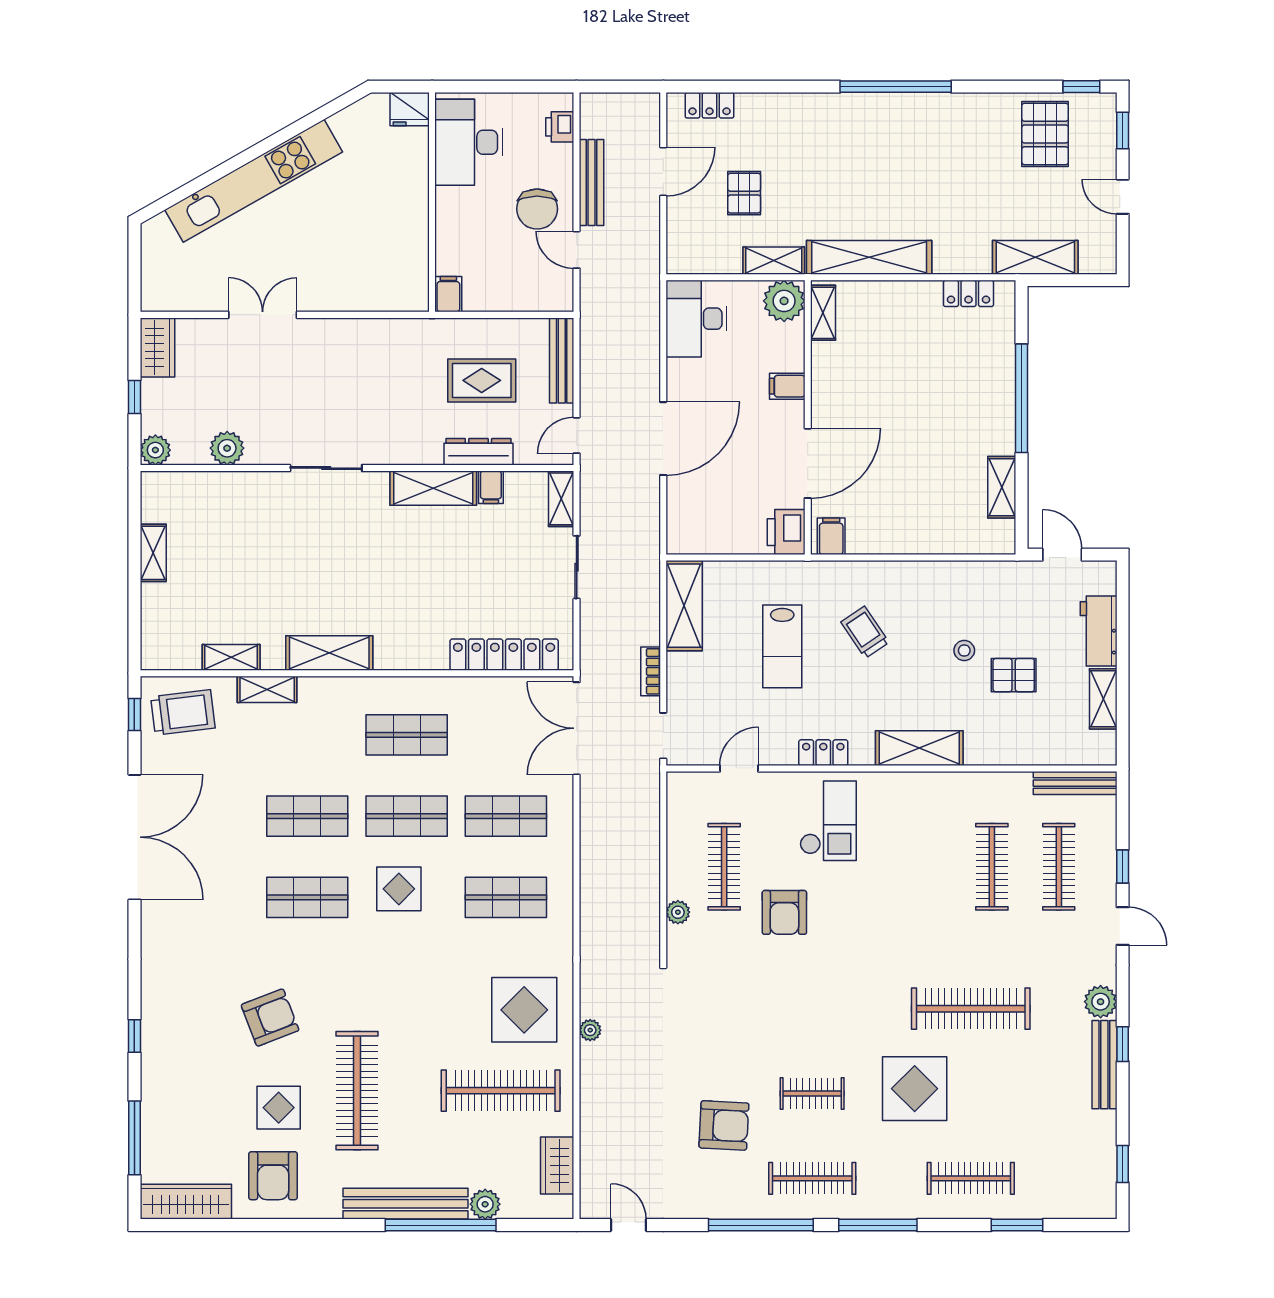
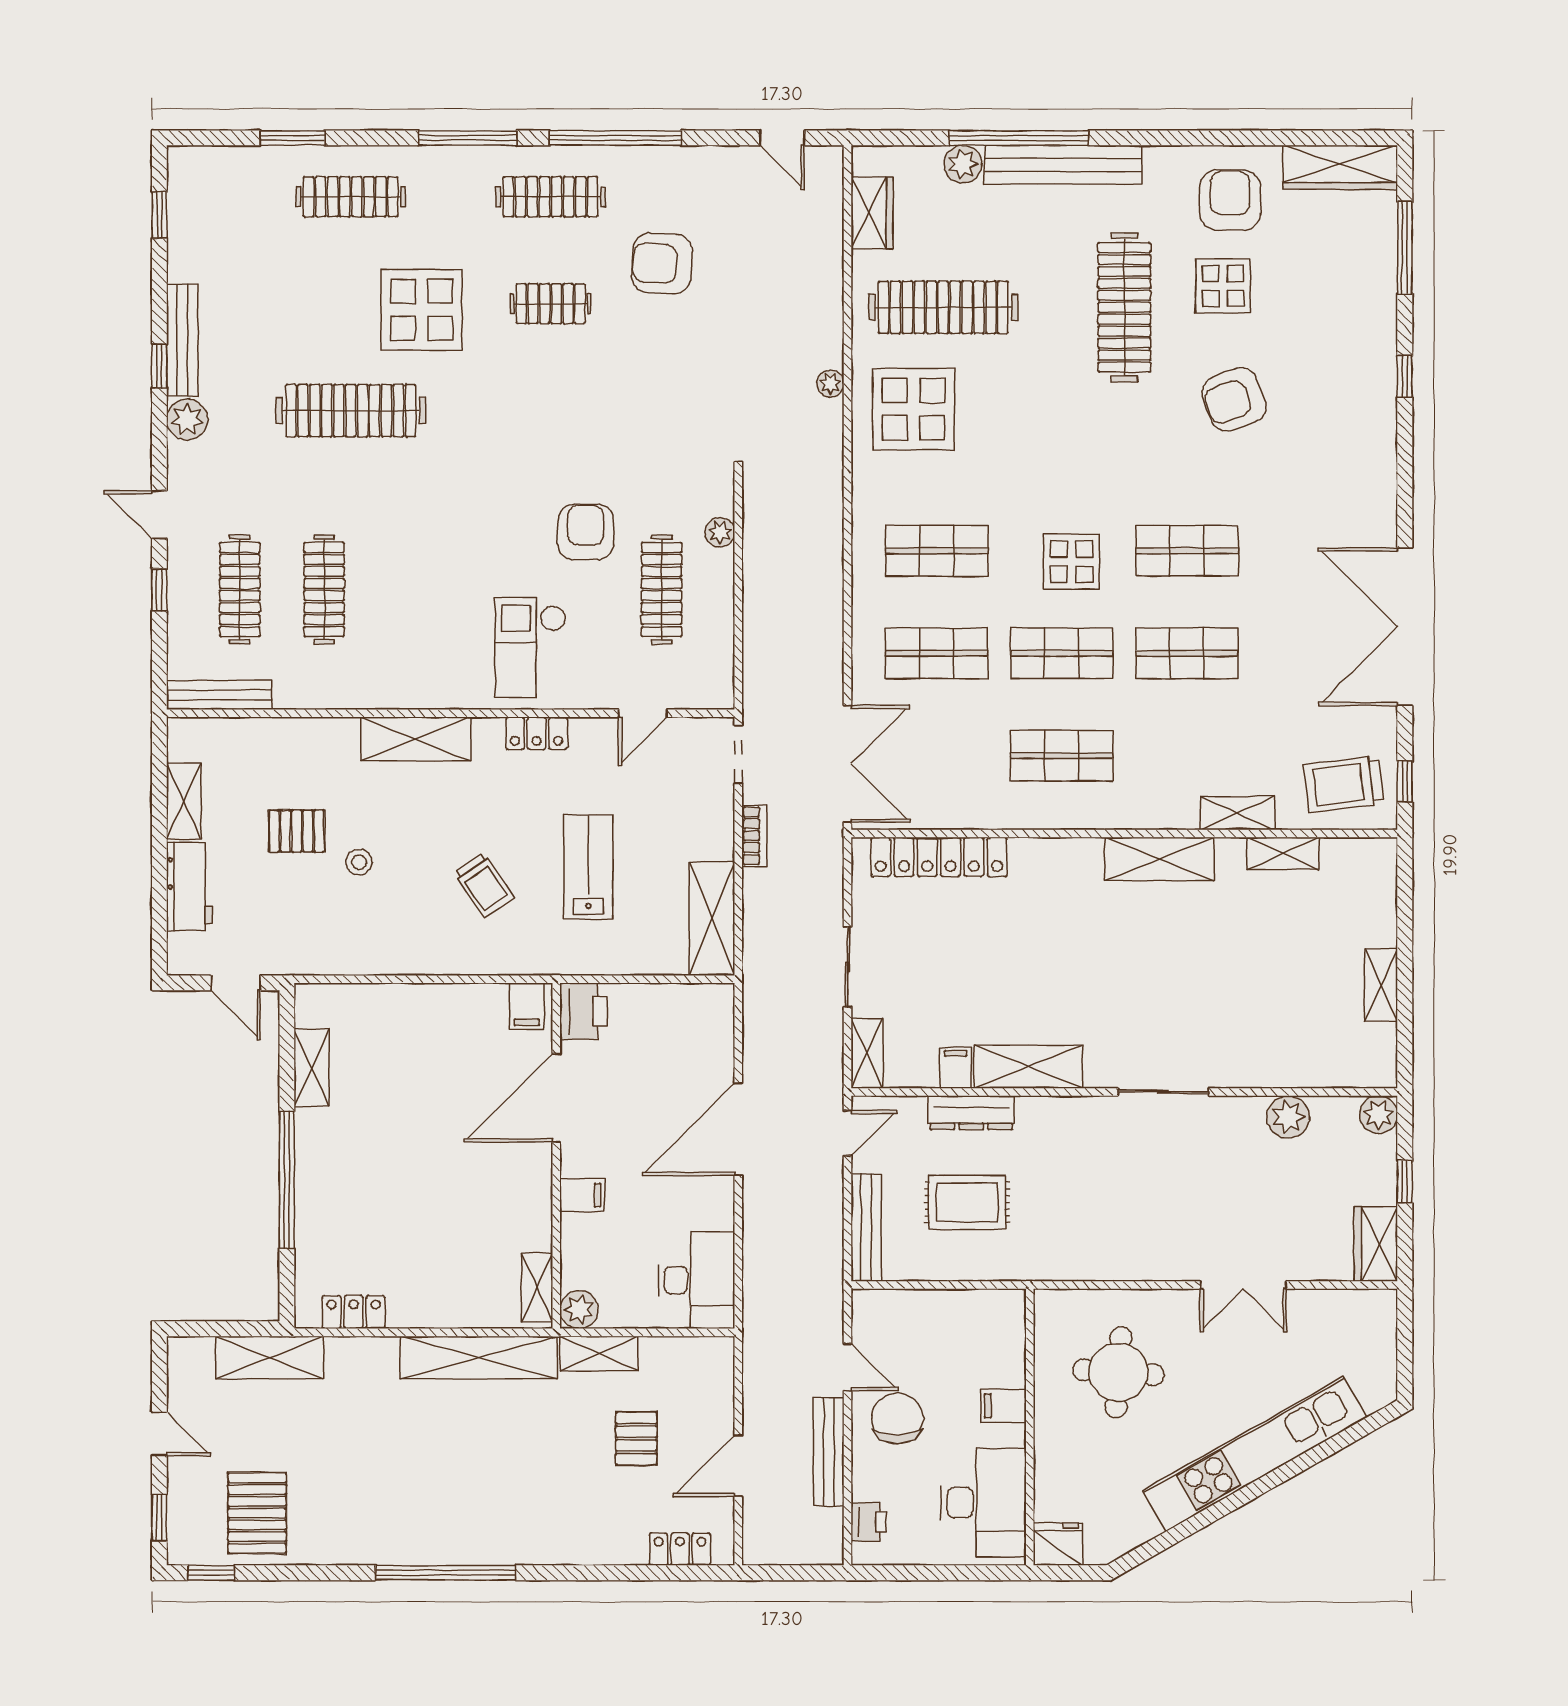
round table: (362, 246) -> (1118, 1372), added
filing cabinet: (448, 294) -> (1004, 1406), moved, turned 90
plant: (784, 301) -> (579, 1310), width x0.73, depth x0.73

